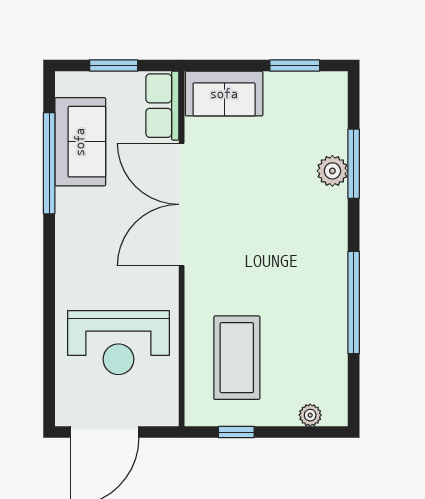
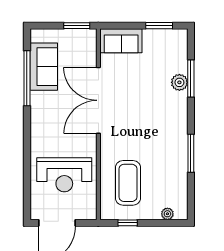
window: (114, 65) -> (77, 26), moved
row of seats: (162, 106) -> (88, 47), removed
window: (354, 303) -> (191, 153), width x0.68

